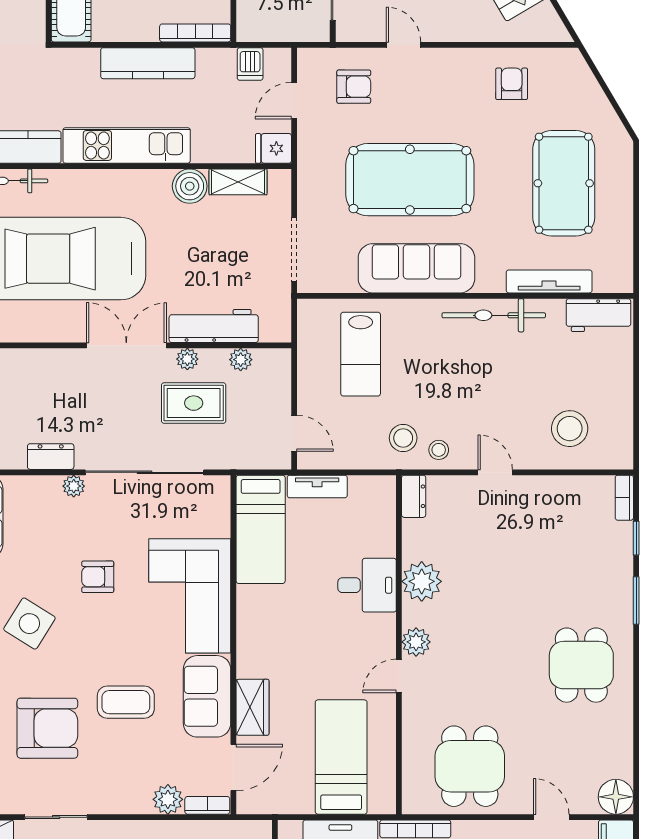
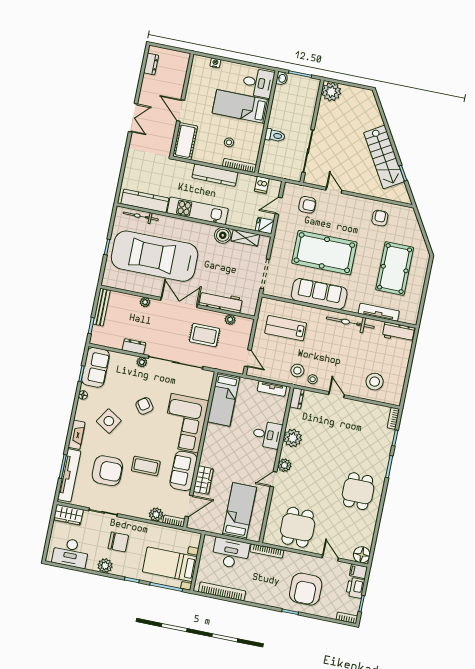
lab bench: (361, 354) -> (286, 328), turned 90
plant: (187, 359) -> (145, 302), moved
tv unit: (317, 486) -> (272, 389), moved
armchair: (98, 577) -> (144, 406), turned 54

